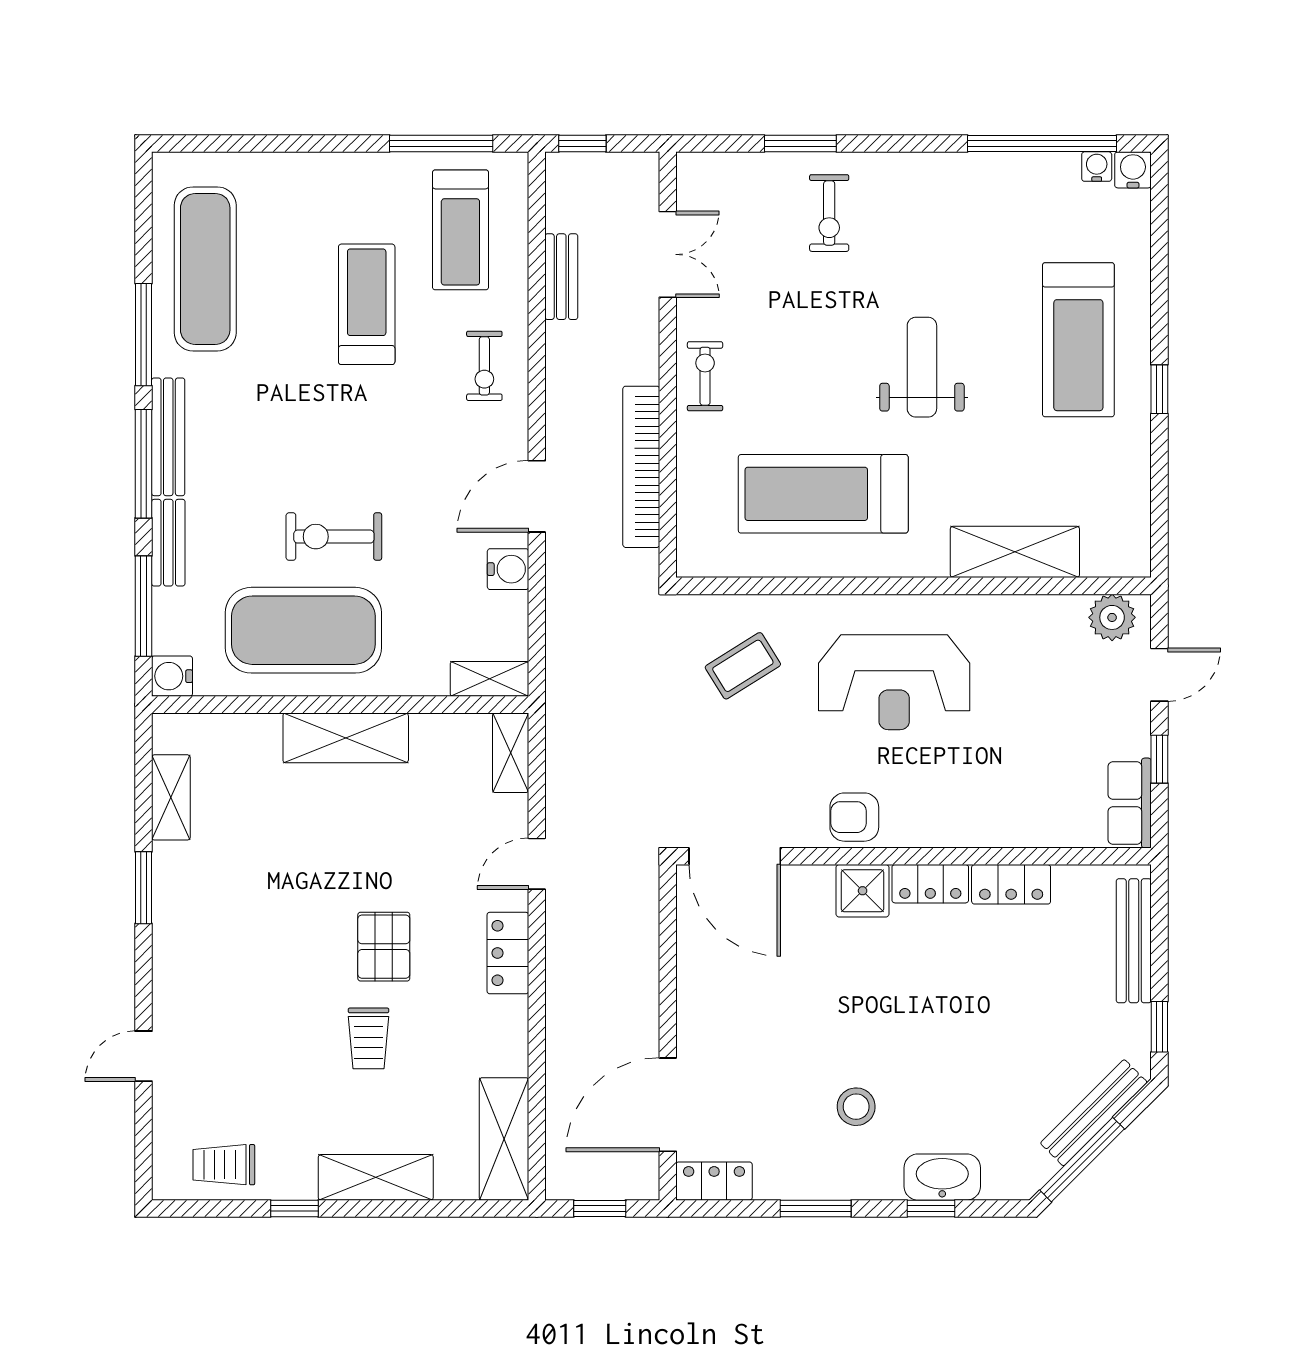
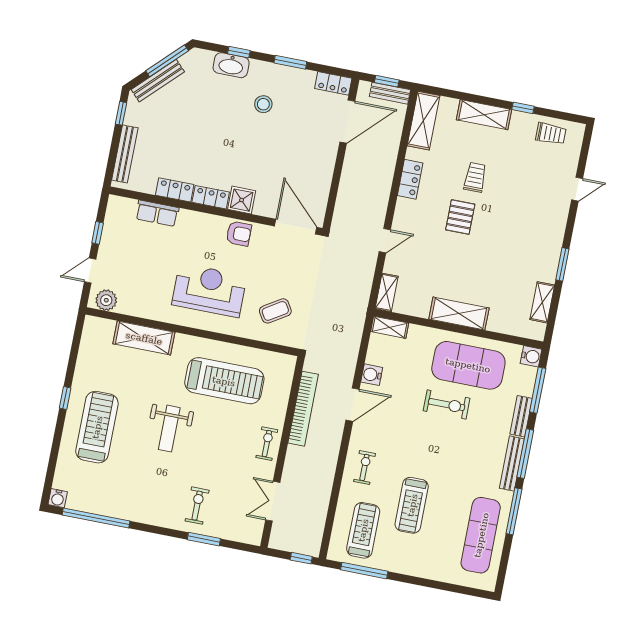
water cooler: (1097, 167) -> (74, 503), removed
bench: (561, 277) -> (390, 93), moved, turned 90
exercise bike: (705, 376) -> (267, 444), turned 180
row of seats: (1130, 803) -> (157, 213), moved, turned 90
locker: (508, 953) -> (410, 179), moved

